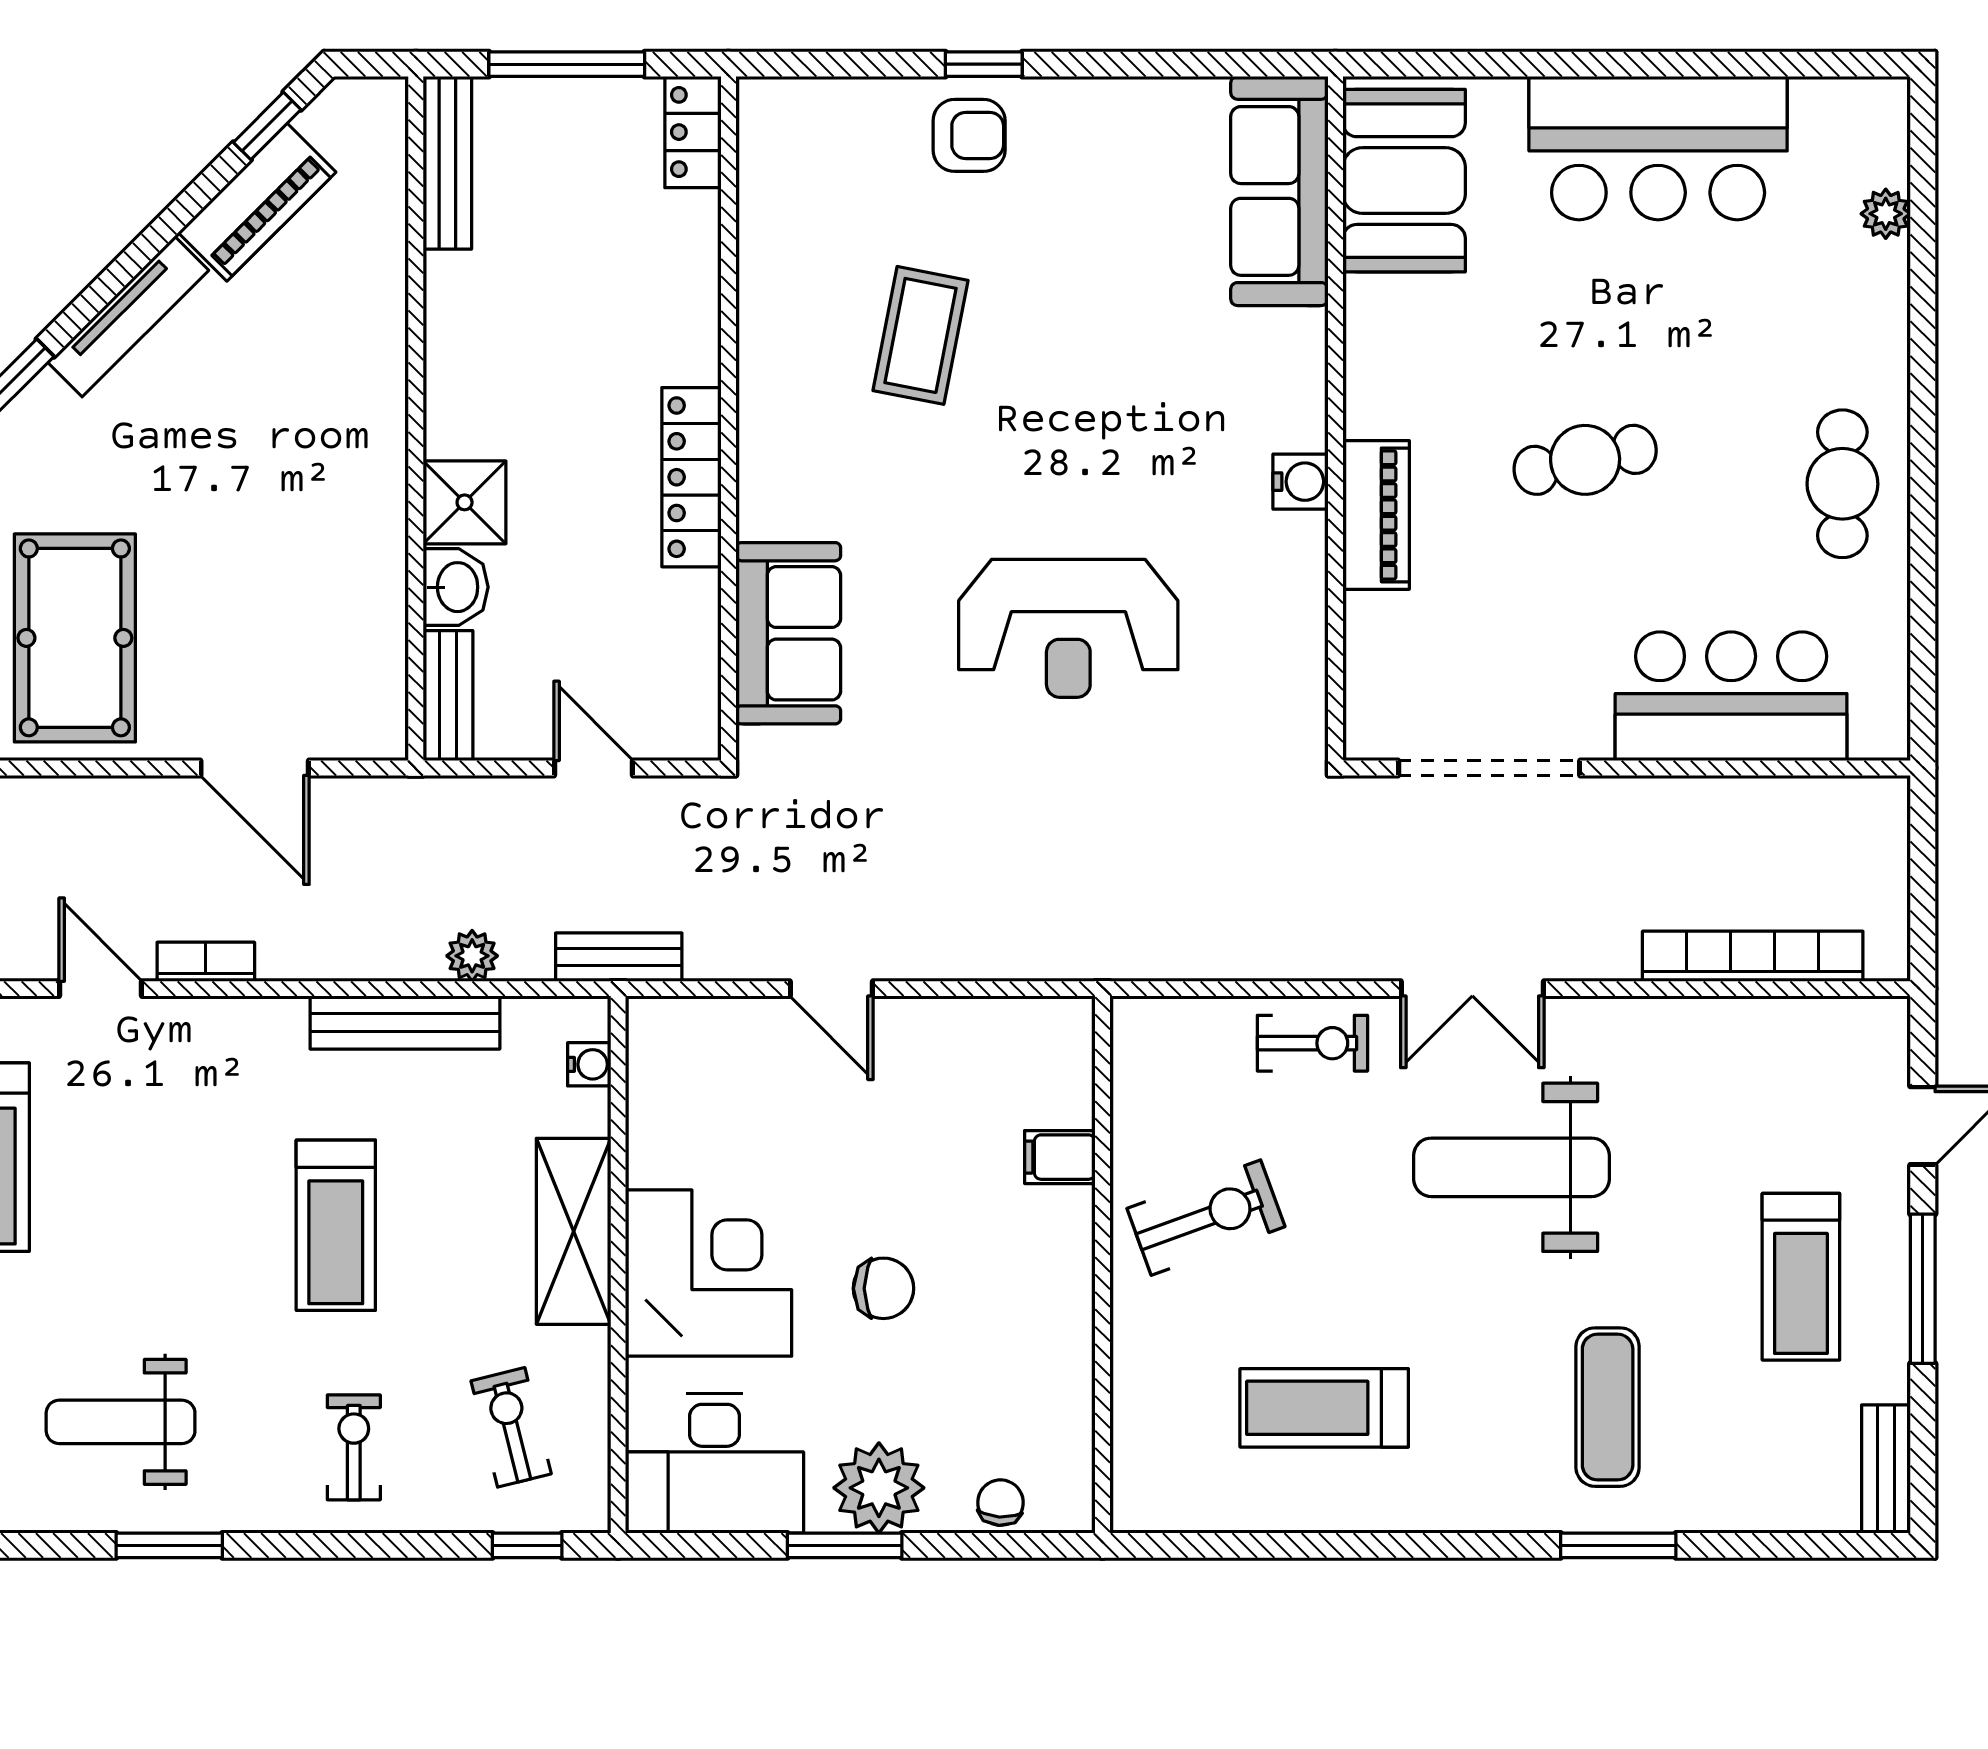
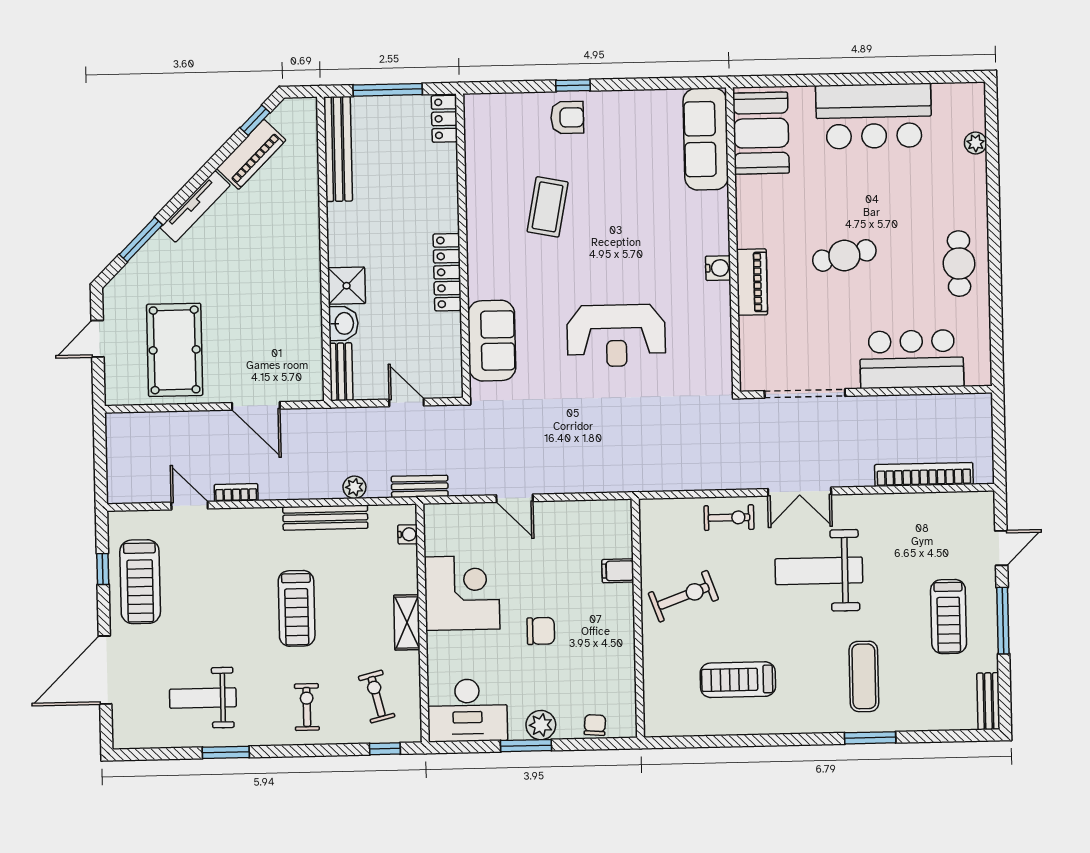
bench: (447, 163) -> (338, 149), width x1.37, depth x1.21
shelving: (574, 1231) -> (407, 622), width x0.67, depth x0.75
corner desk: (709, 1273) -> (462, 593), moved
plant: (879, 1488) -> (541, 725), width x0.73, depth x0.73

